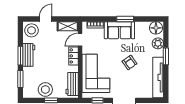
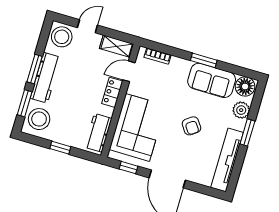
sofa: (119, 30) -> (212, 80), moved
workbench: (29, 55) -> (45, 78), width x1.38
stool: (45, 89) -> (39, 119), moved

